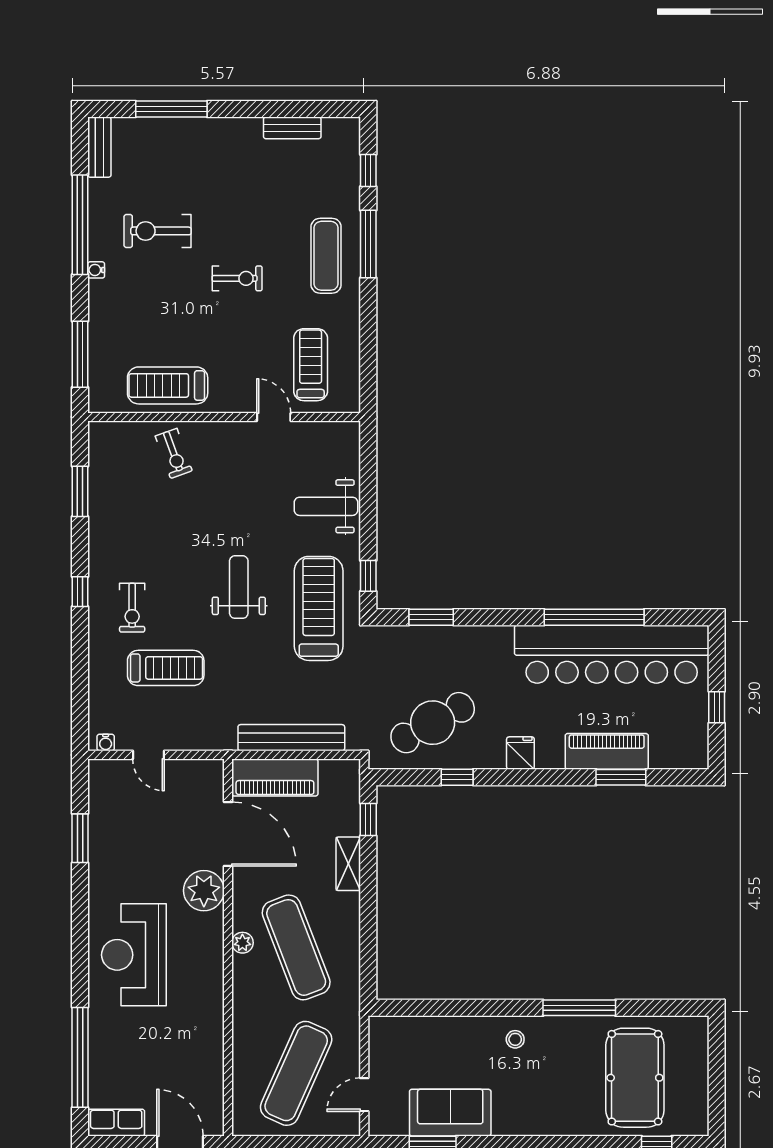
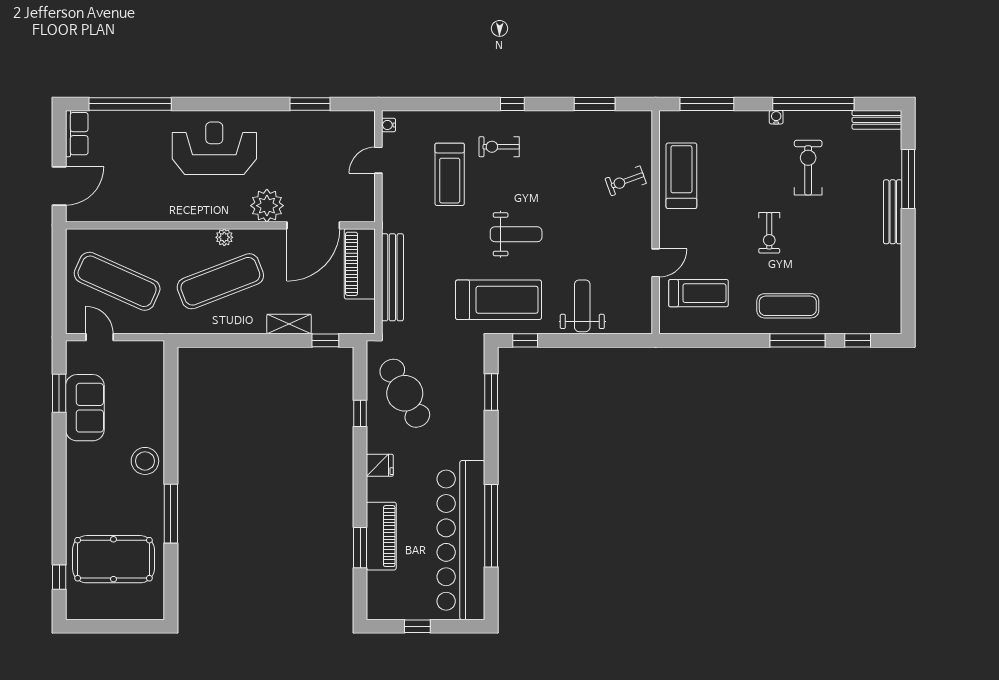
bench: (292, 128) -> (893, 212), moved, width x1.36
stool: (515, 1039) -> (145, 461), width x1.89, depth x1.89

